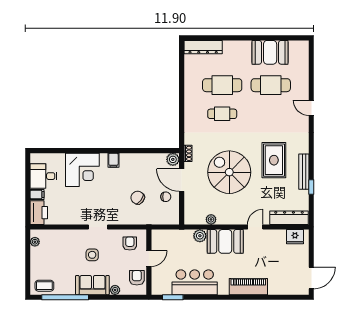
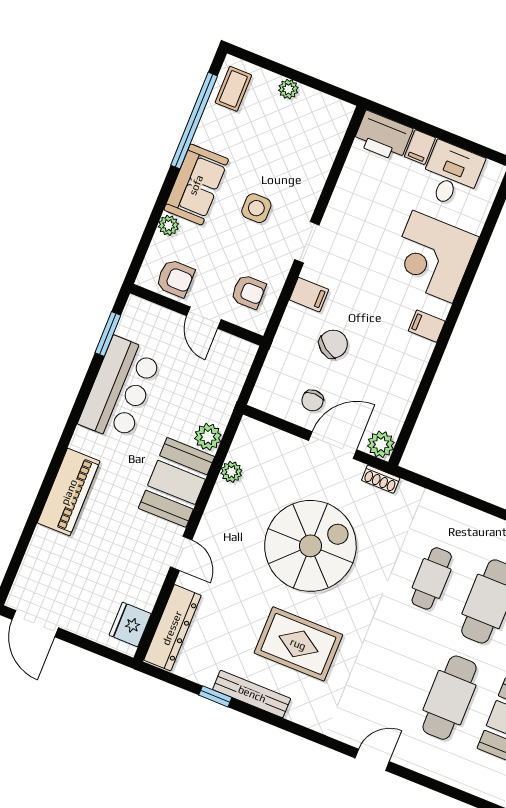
filing cabinet: (120, 217) -> (309, 295), added
plant: (35, 242) -> (288, 89), moved

